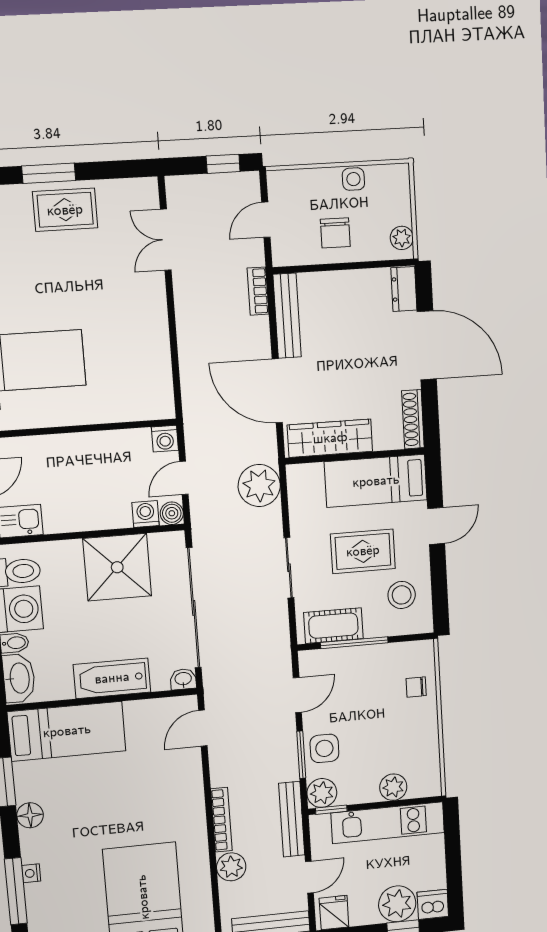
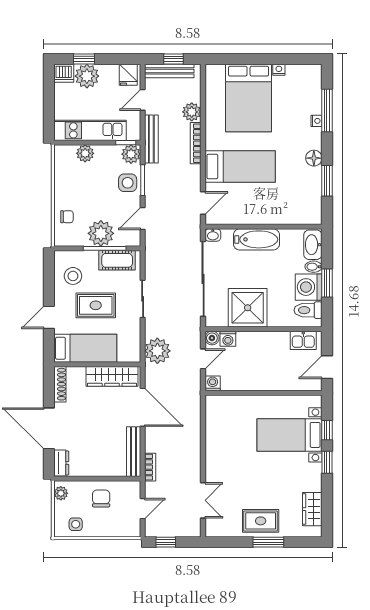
side table: (353, 179) -> (76, 524), moved
plant: (362, 666) -> (101, 233), added
bed: (67, 731) -> (240, 167), moved, turned 180

